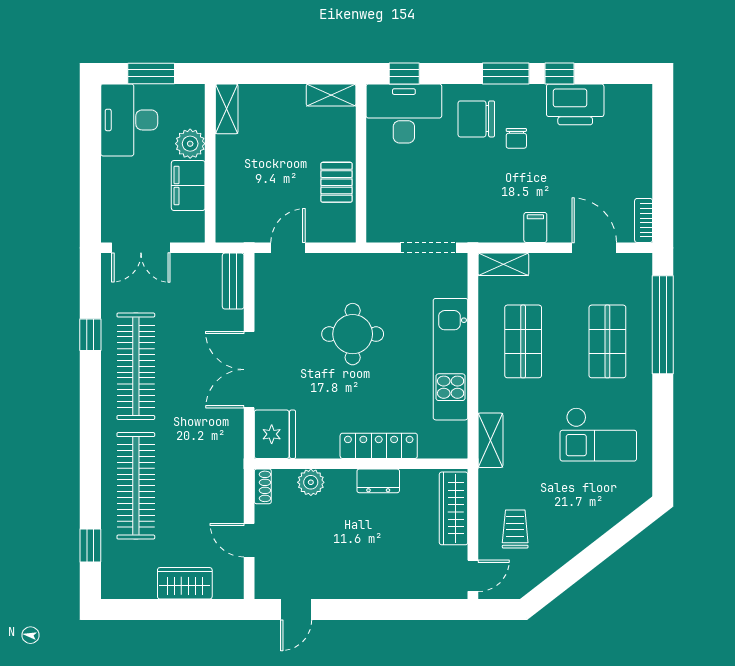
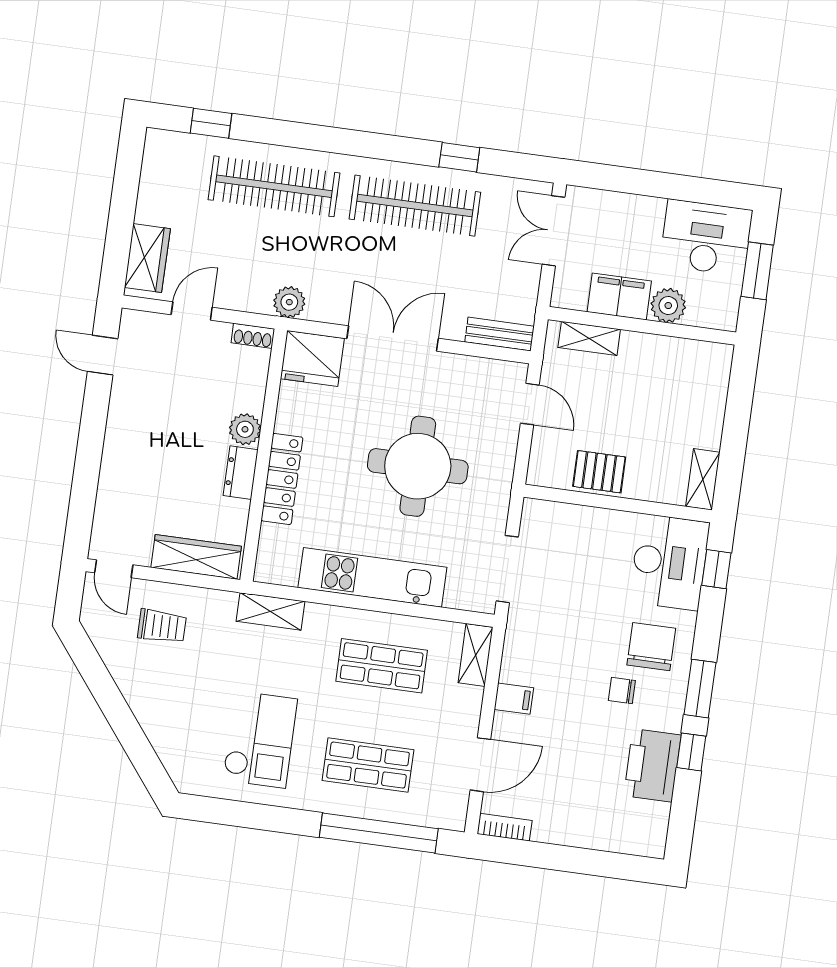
shelving: (227, 109) -> (589, 338), moved
round table: (353, 334) -> (418, 466), width x1.36, depth x1.36
checkout: (598, 434) -> (260, 739), turned 180
plant: (231, 460) -> (289, 302), added
plant: (311, 482) -> (245, 429), moved
wardrobe: (185, 583) -> (147, 258), moved

